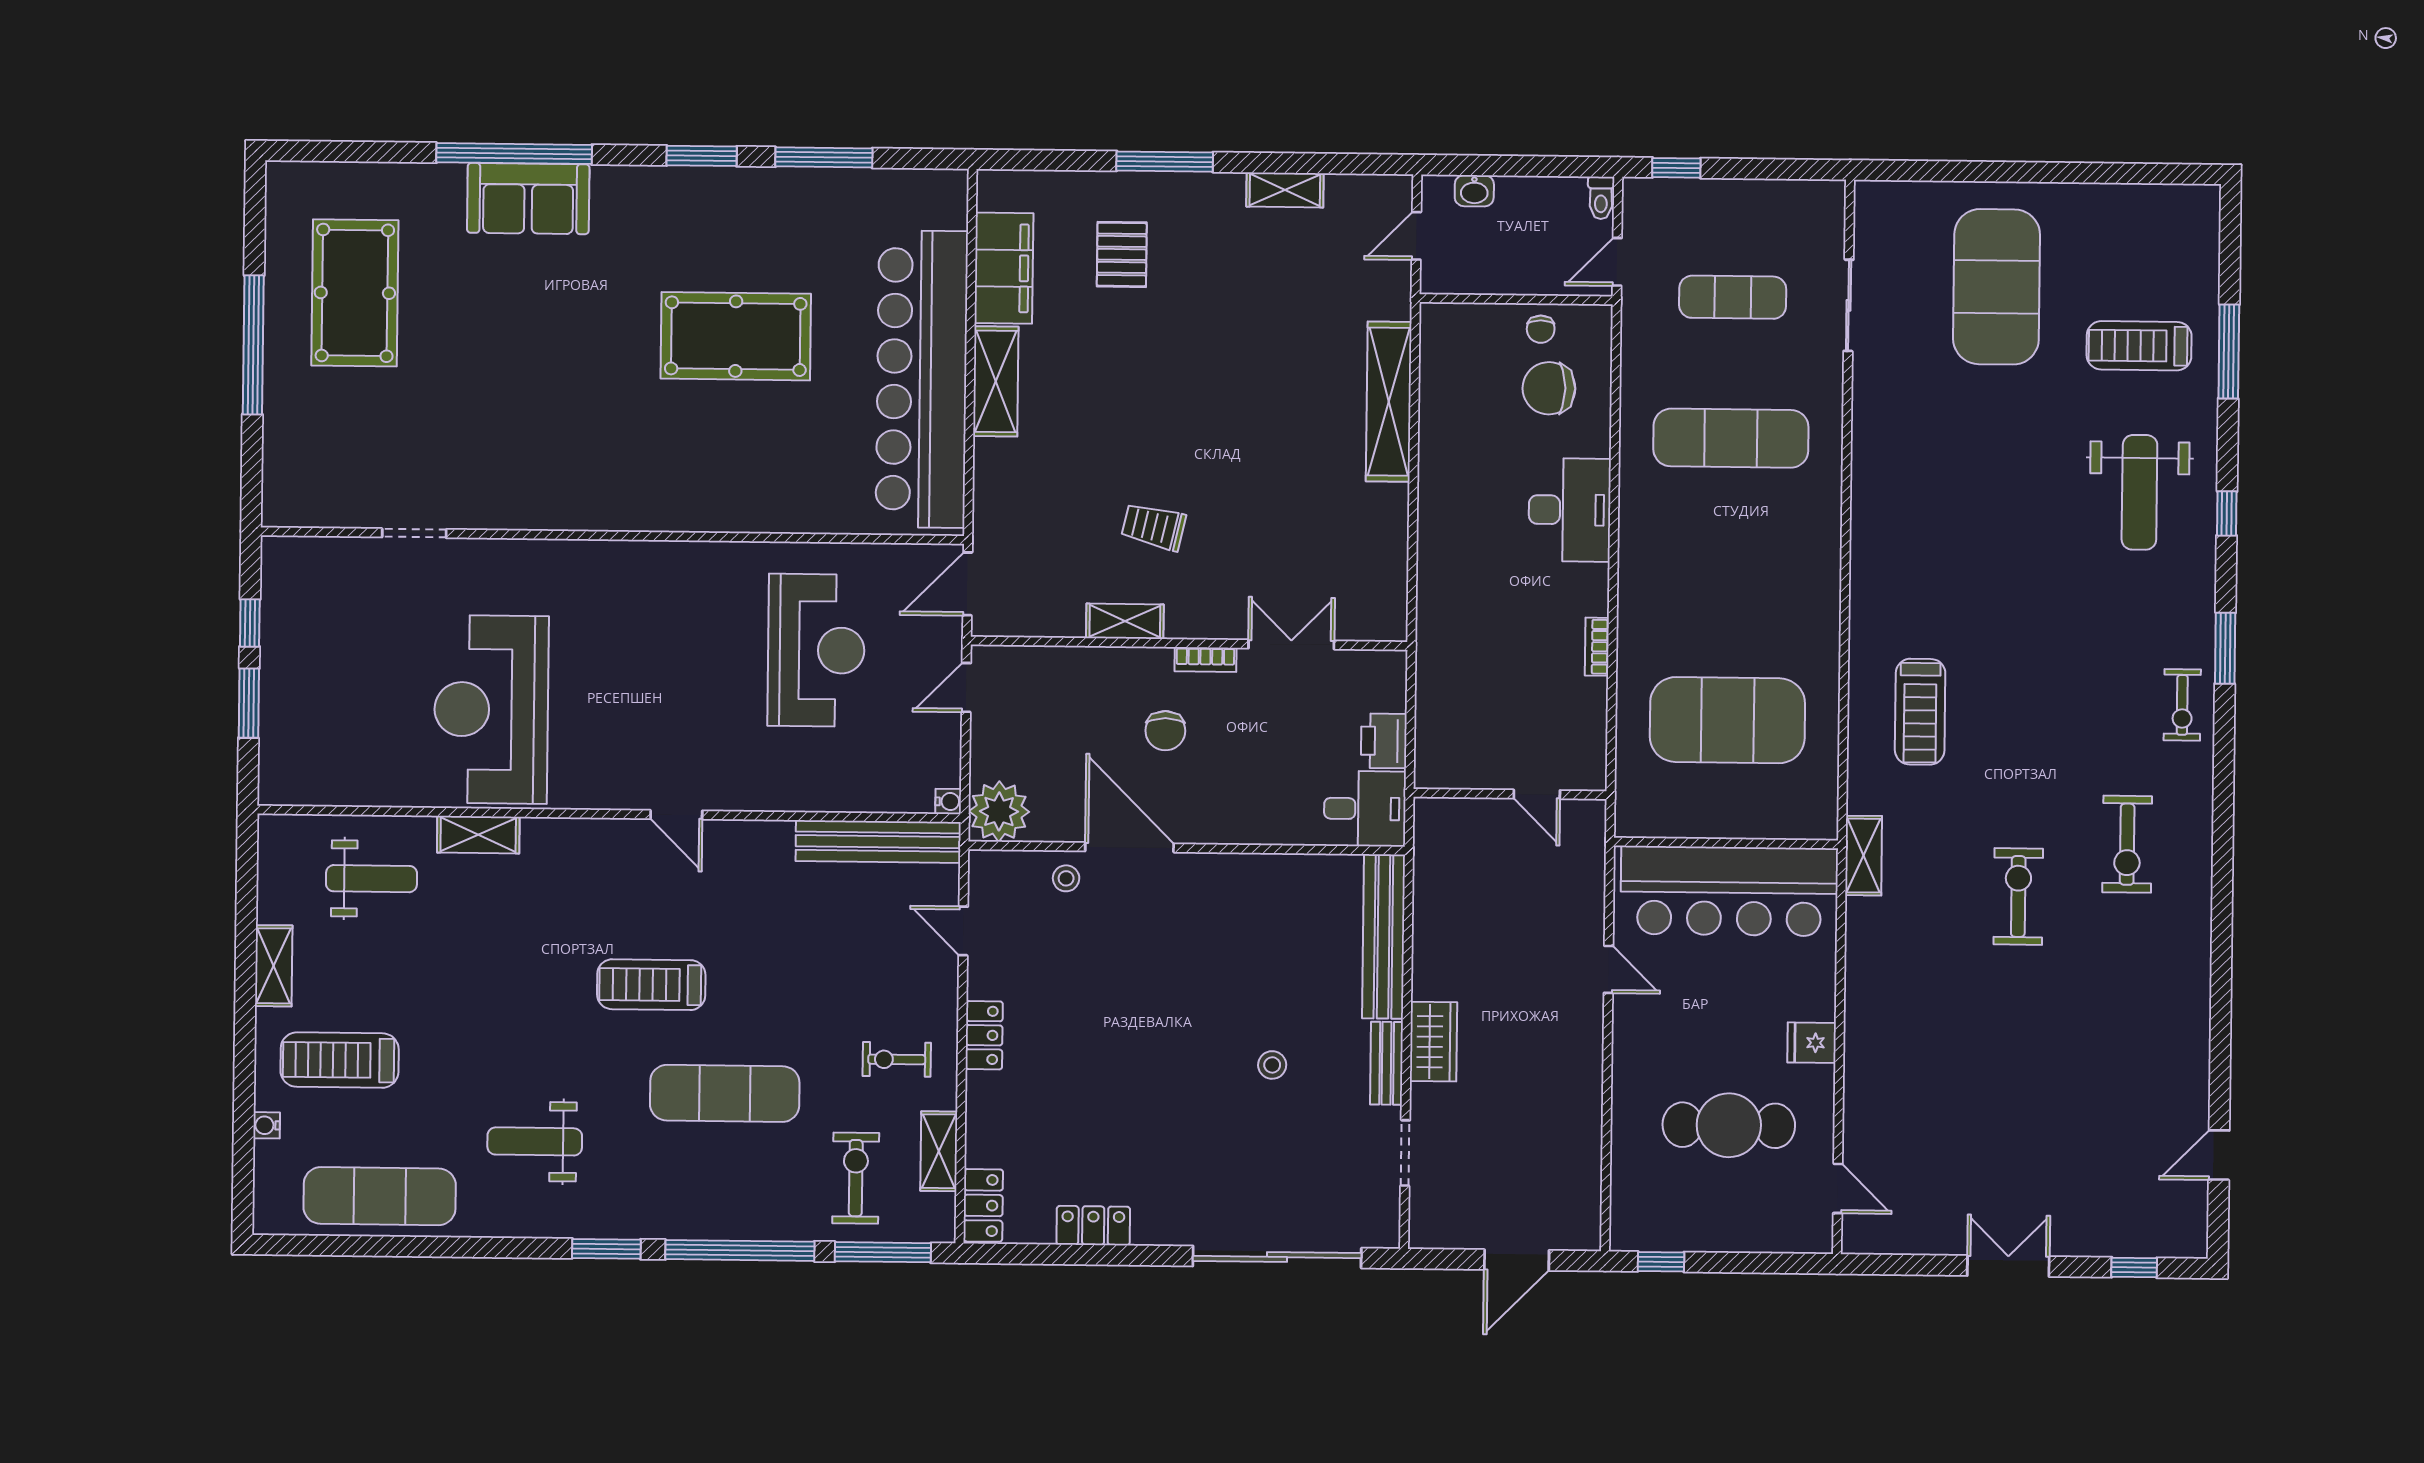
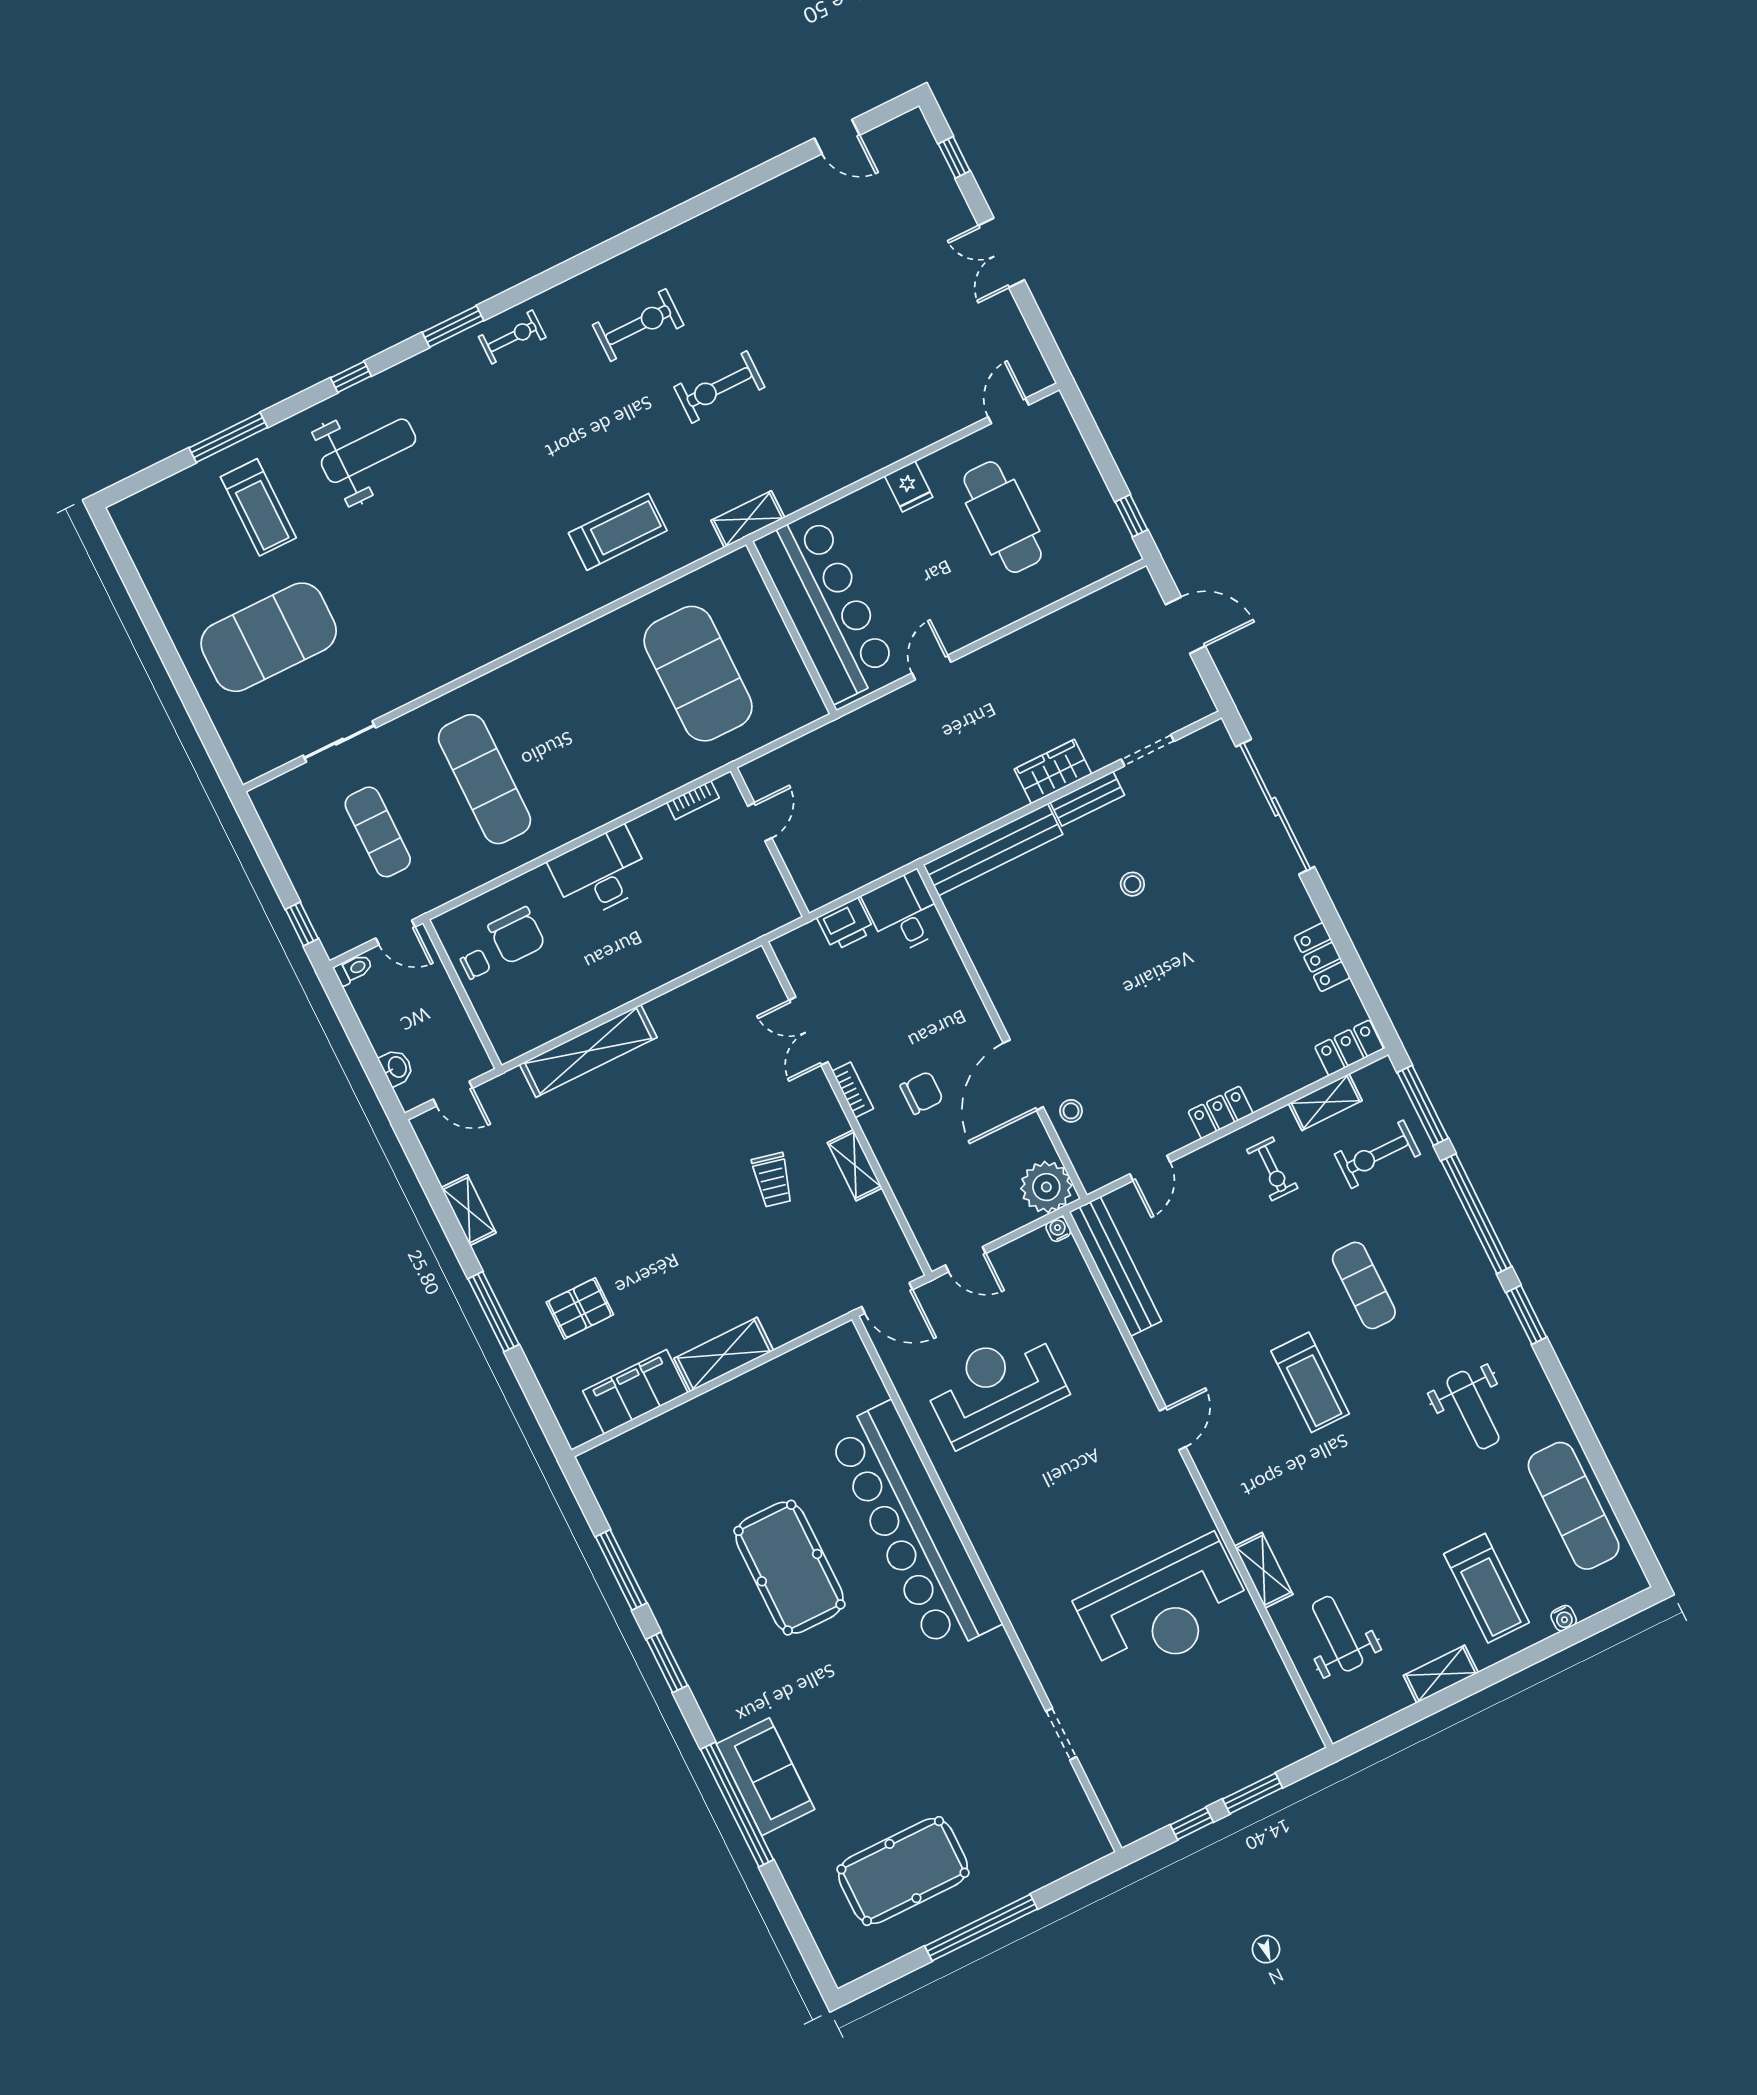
bar counter: (922, 379) -> (914, 1528), moved, turned 90
wall: (1510, 794) -> (770, 842), moved
door: (1537, 794) -> (760, 822), moved
exercise mat: (725, 1093) -> (1364, 1285), width x0.73, depth x0.69

